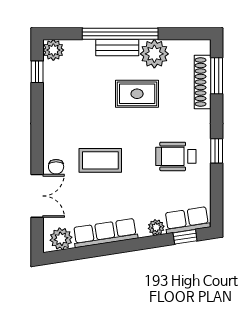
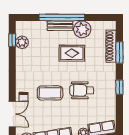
plant: (53, 50) -> (22, 42), moved
window: (217, 76) -> (119, 53), moved
wheelchair: (176, 156) -> (82, 90), moved

